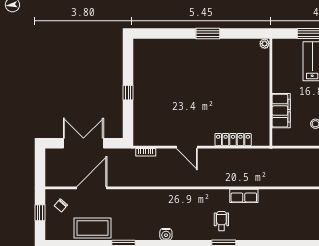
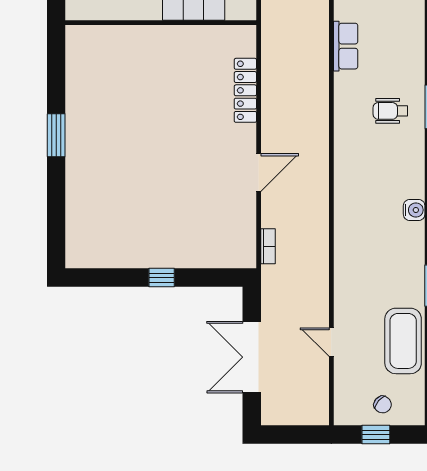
plant: (265, 44) -> (74, 34), removed
door: (92, 188) -> (331, 342), width x0.53
row of seats: (244, 196) -> (346, 46), moved
chair: (61, 205) -> (383, 404), moved

